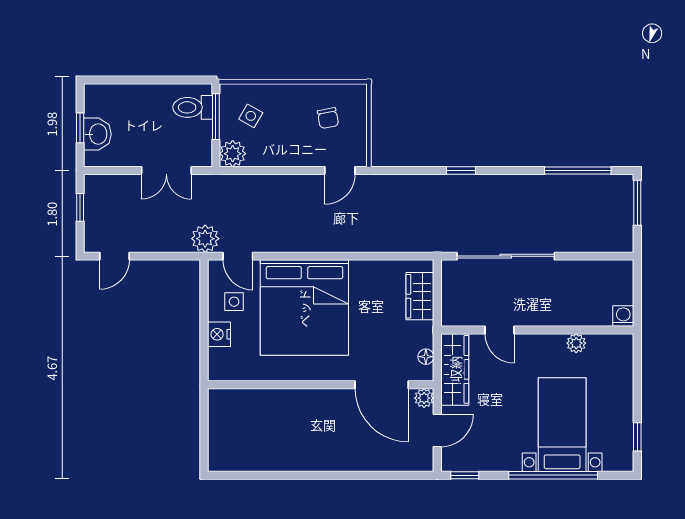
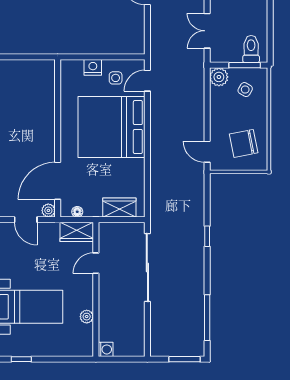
chair: (328, 118) -> (244, 143), width x1.87, depth x1.87
plant: (205, 239) -> (160, 58), removed
wardrobe: (455, 369) -> (77, 232), width x0.67

